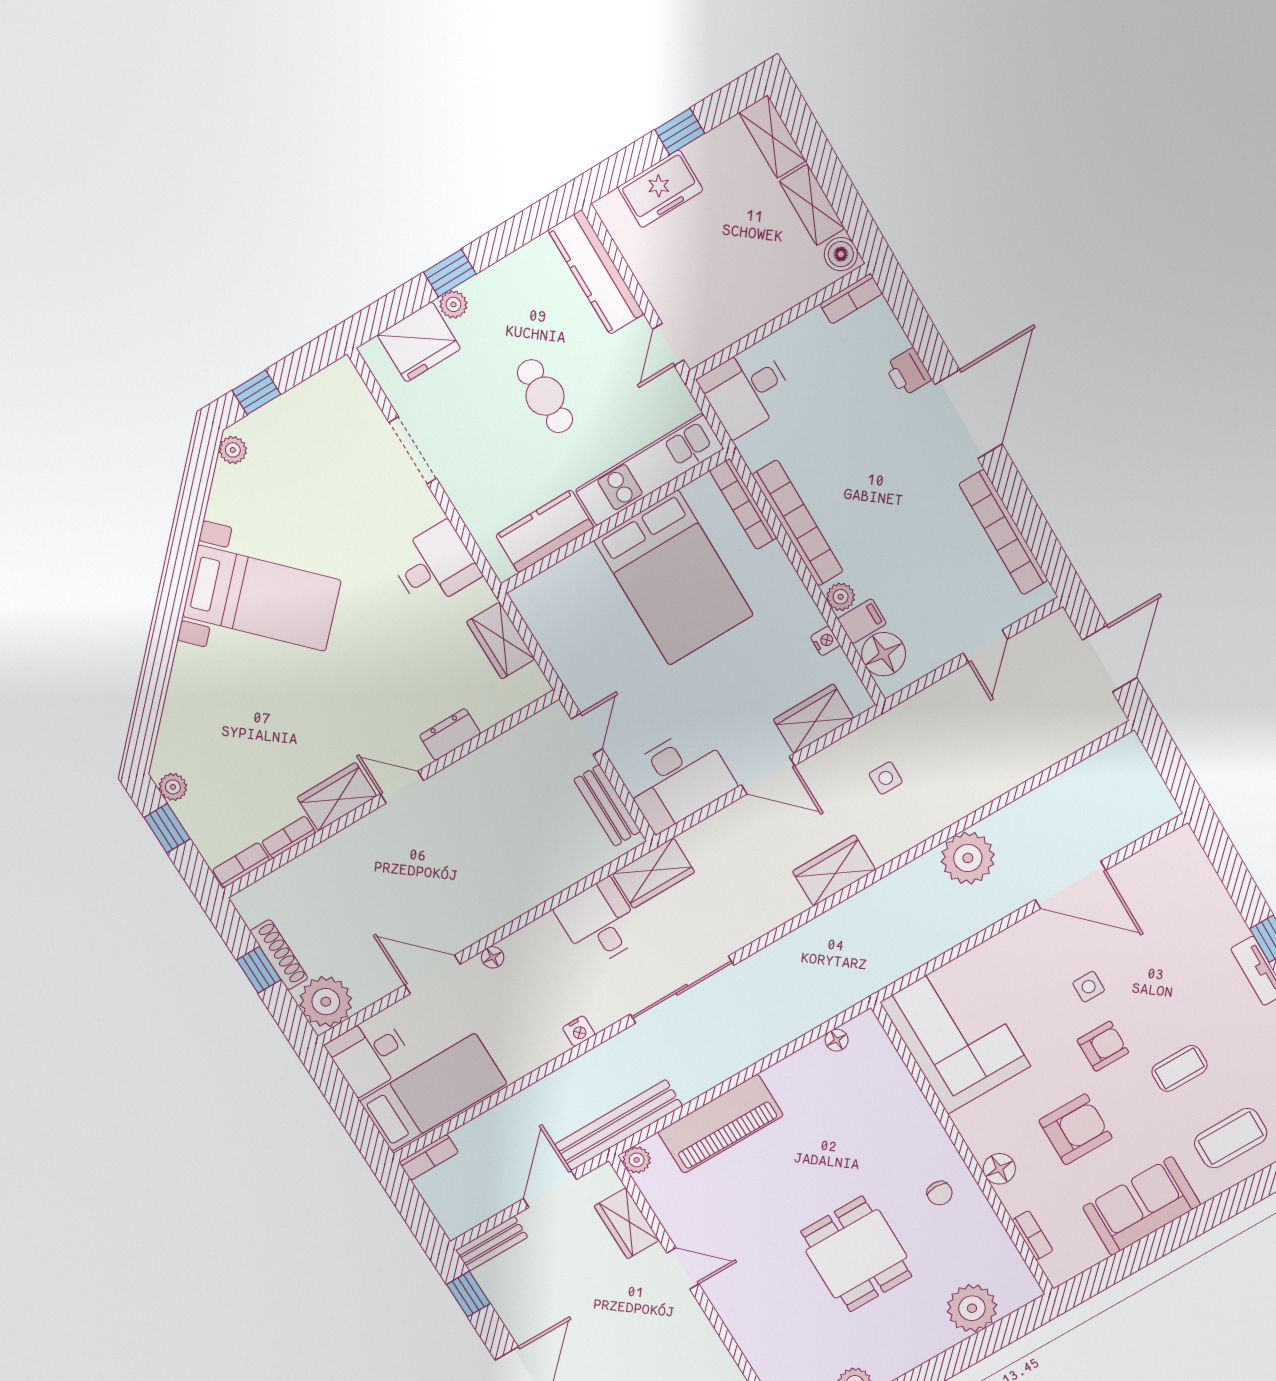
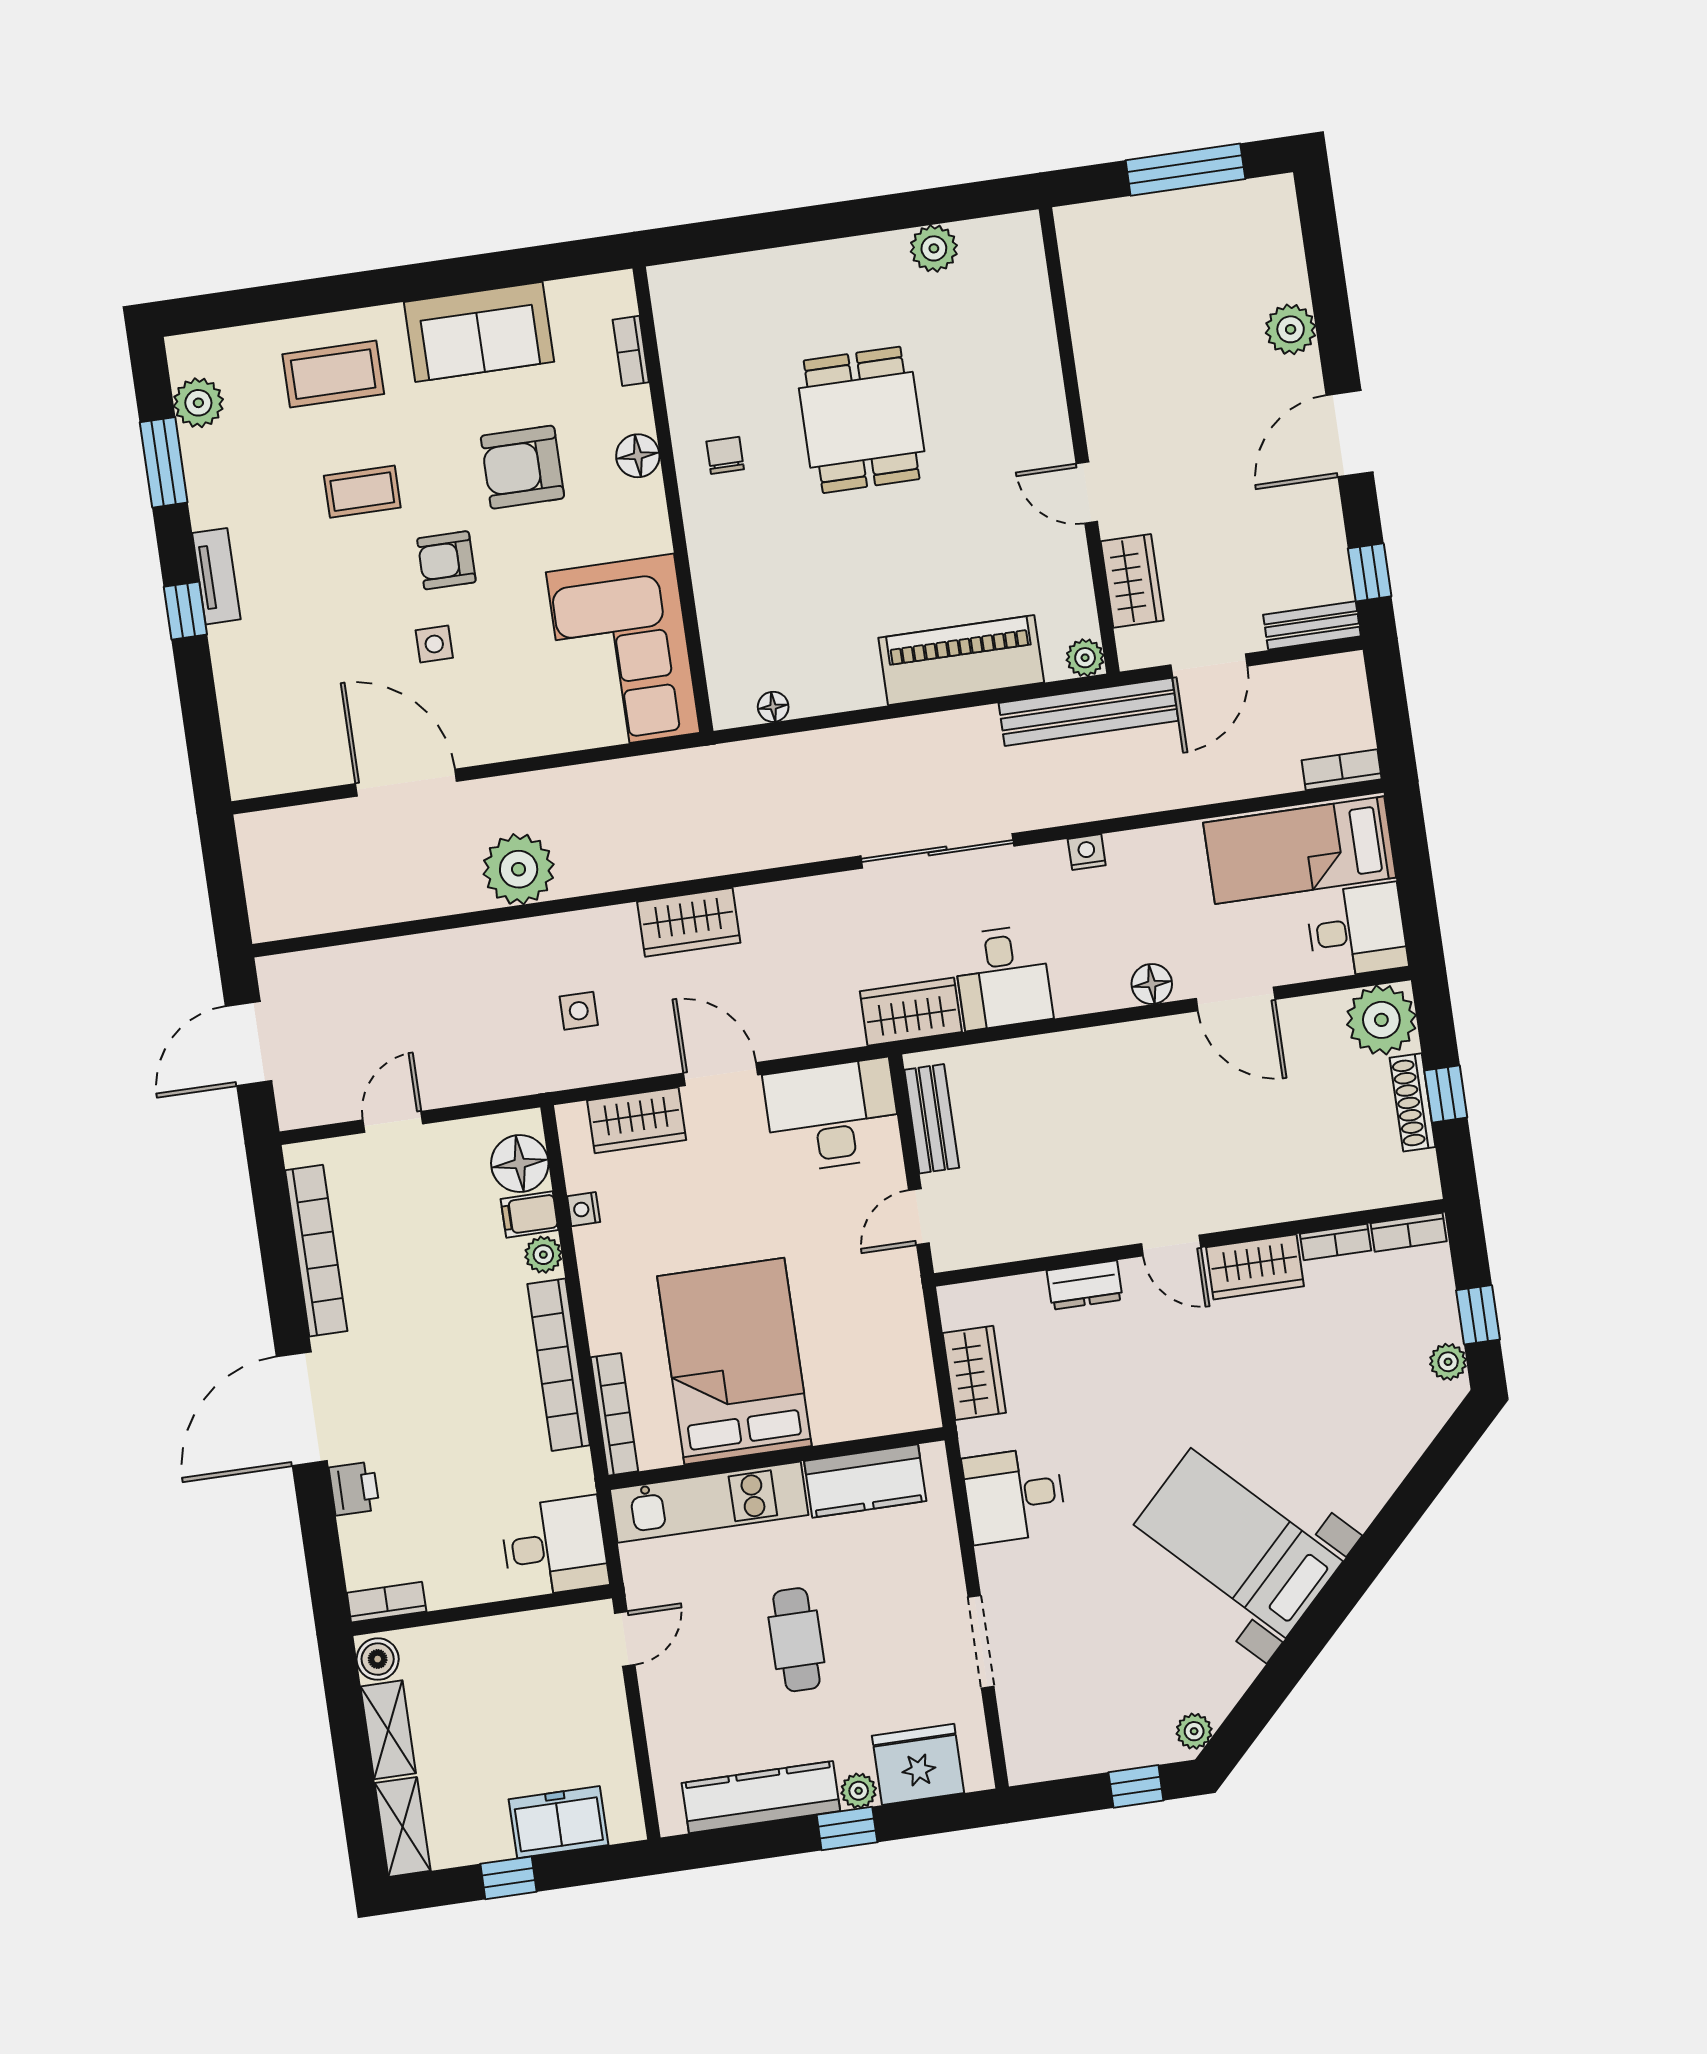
kitchen counter: (596, 272) -> (761, 1797), moved, turned -90
floor lamp: (493, 957) -> (1152, 984), width x1.37, depth x1.37
plant: (972, 1308) -> (745, 287), removed

